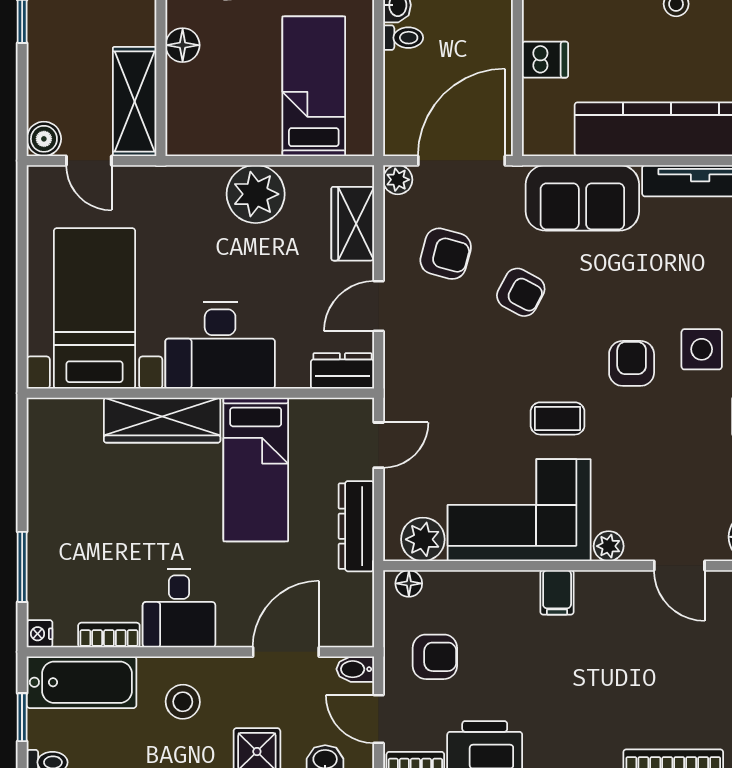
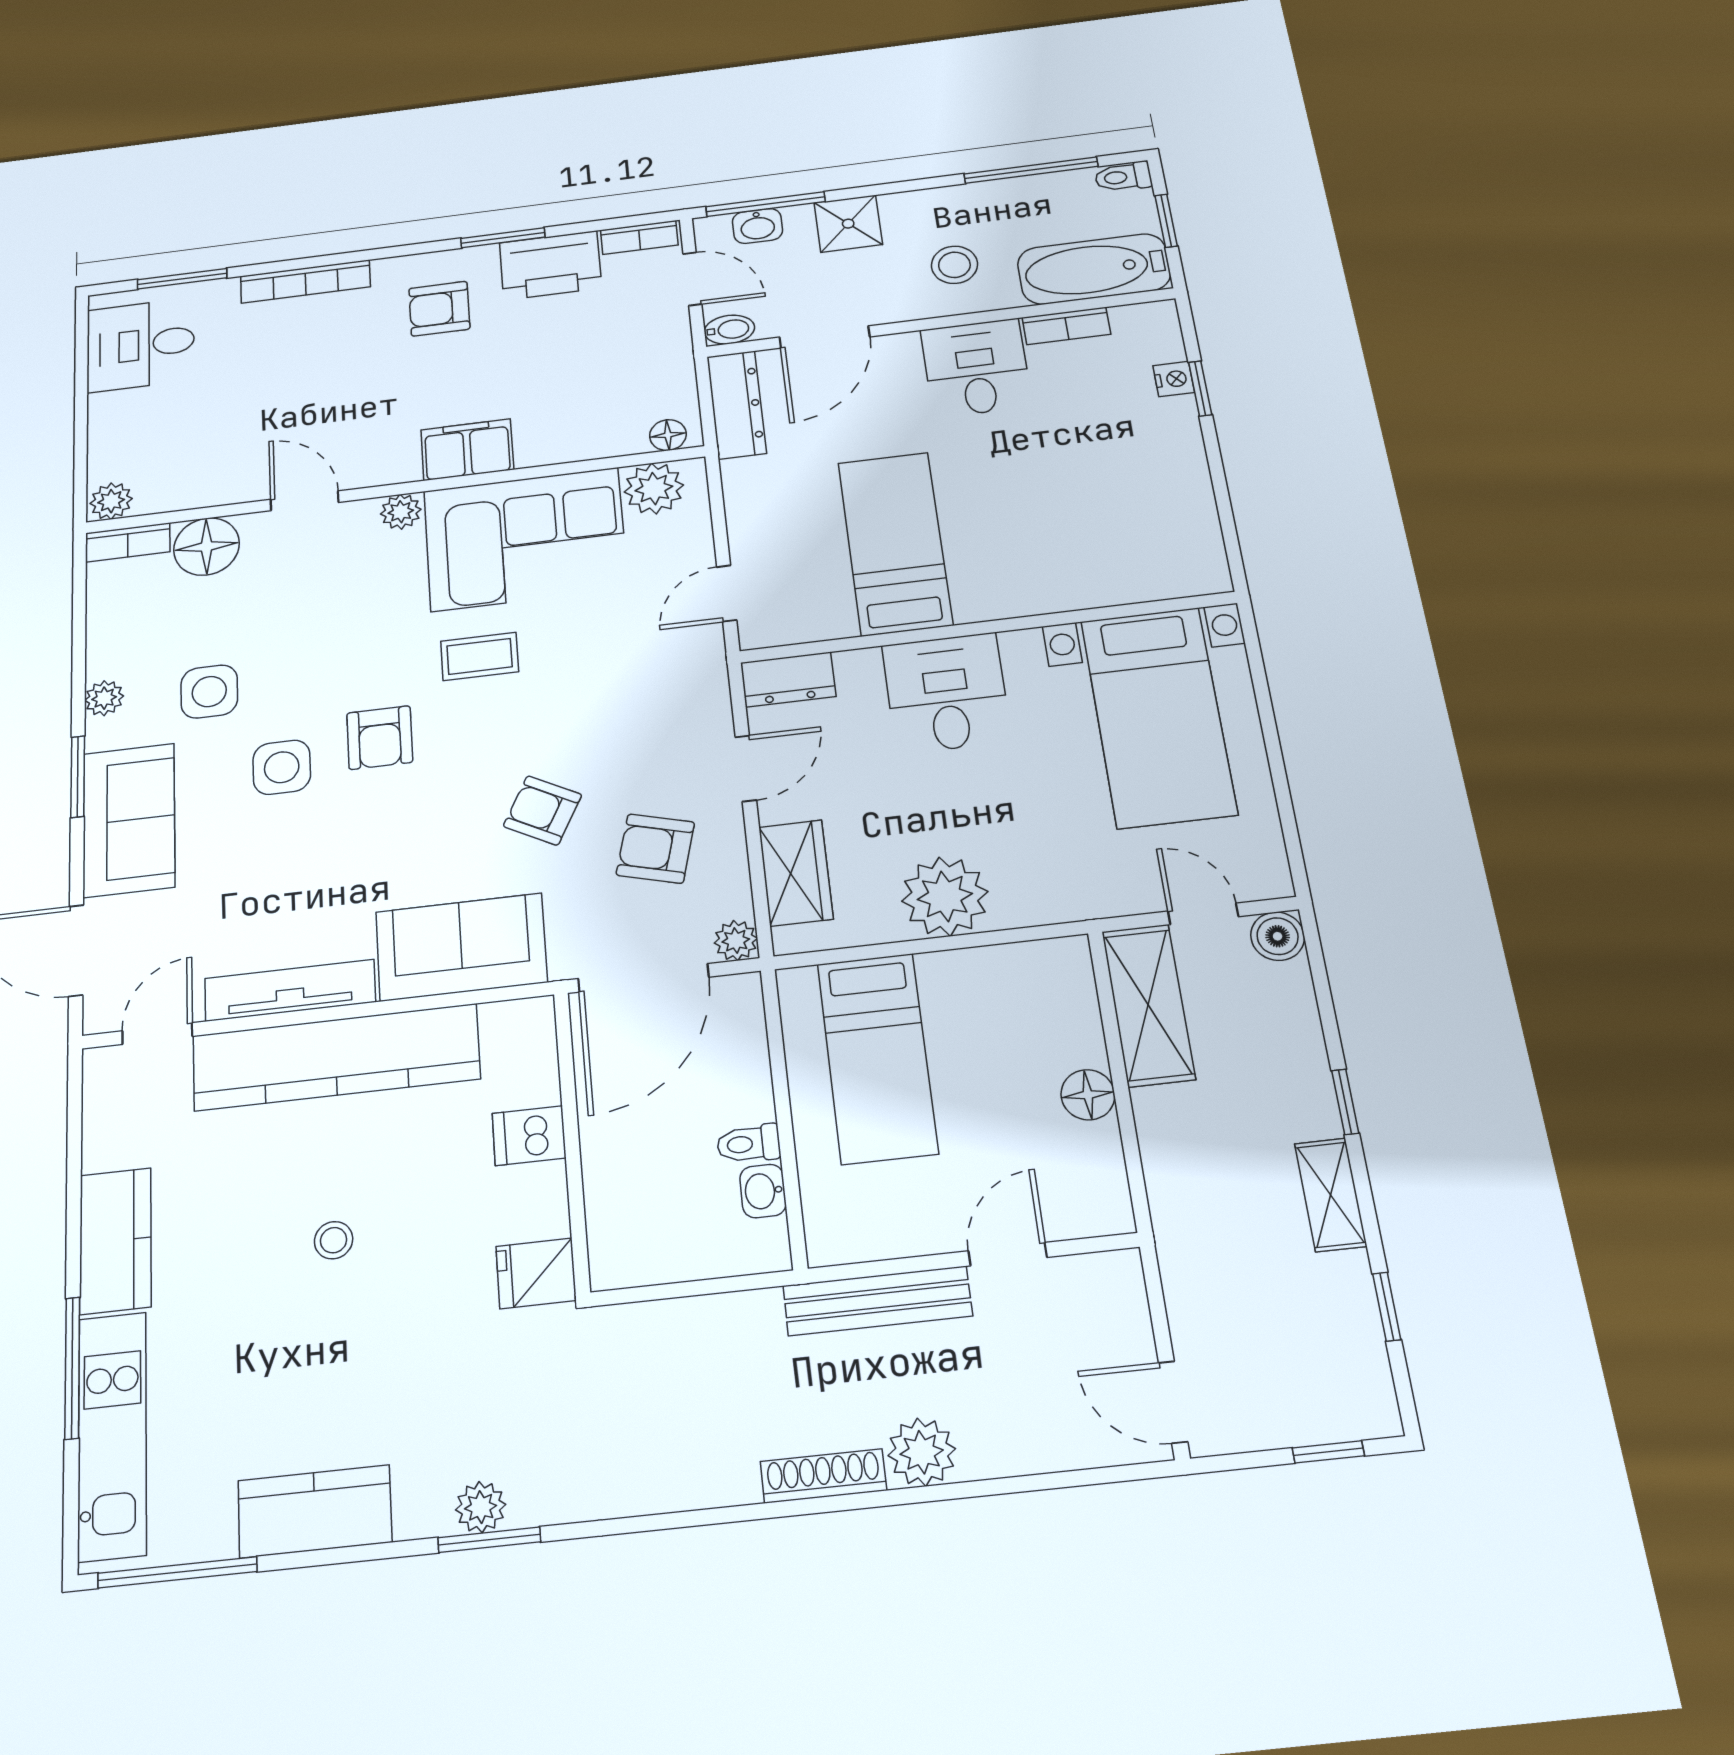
desk: (220, 346) -> (946, 693), width x0.73
wardrobe: (162, 420) -> (1036, 587), removed
dresser: (356, 526) -> (737, 405), moved
window: (22, 567) -> (1200, 388), width x0.67
filing cabinet: (557, 592) -> (467, 450), width x2.00
nightstand: (40, 634) -> (1174, 379), moved
armchair: (435, 657) -> (439, 309), moved

